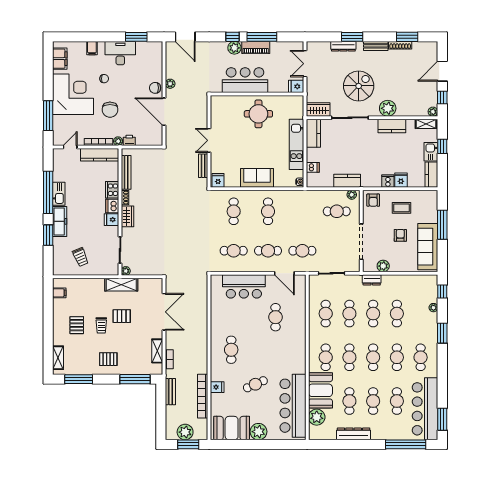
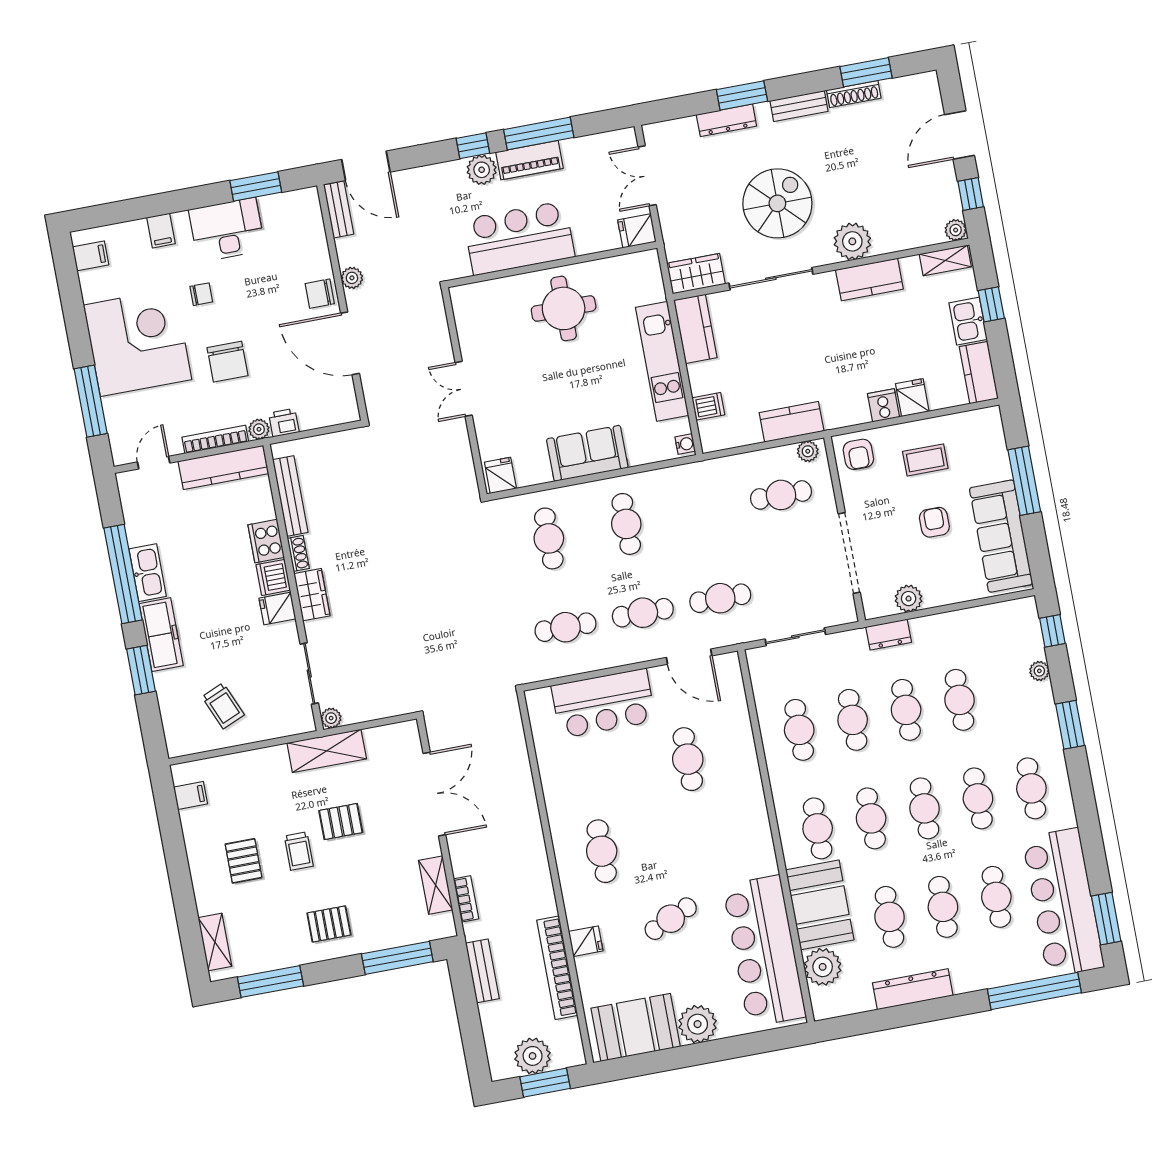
filing cabinet: (60, 59) -> (91, 256), width x0.50
bench: (203, 166) -> (339, 209), moved

